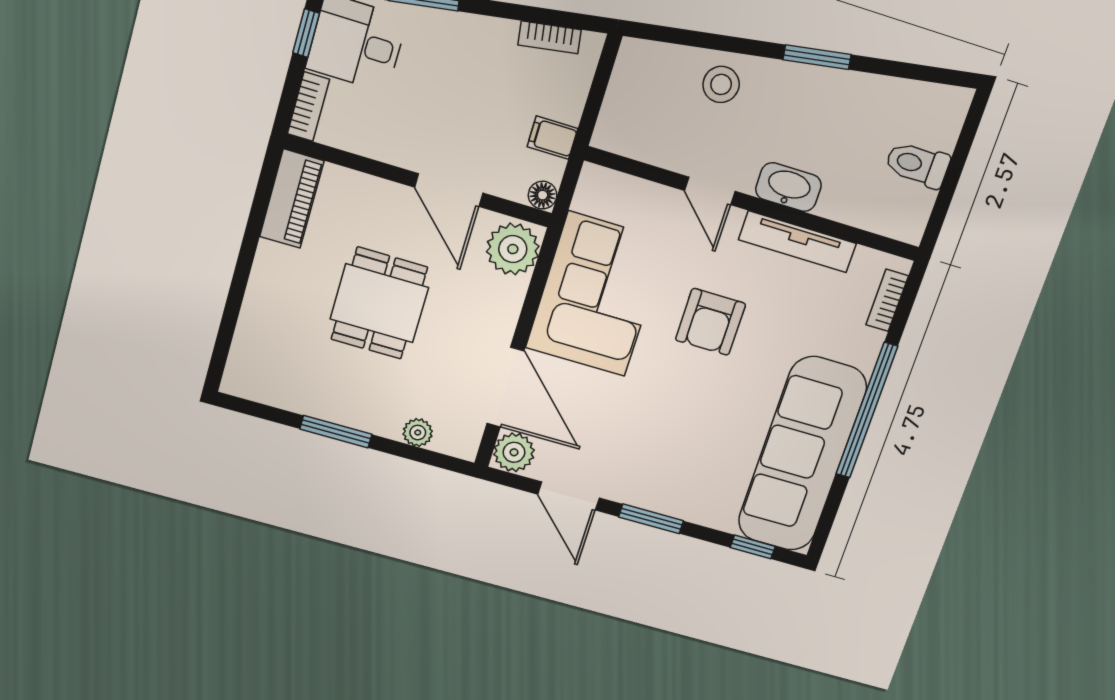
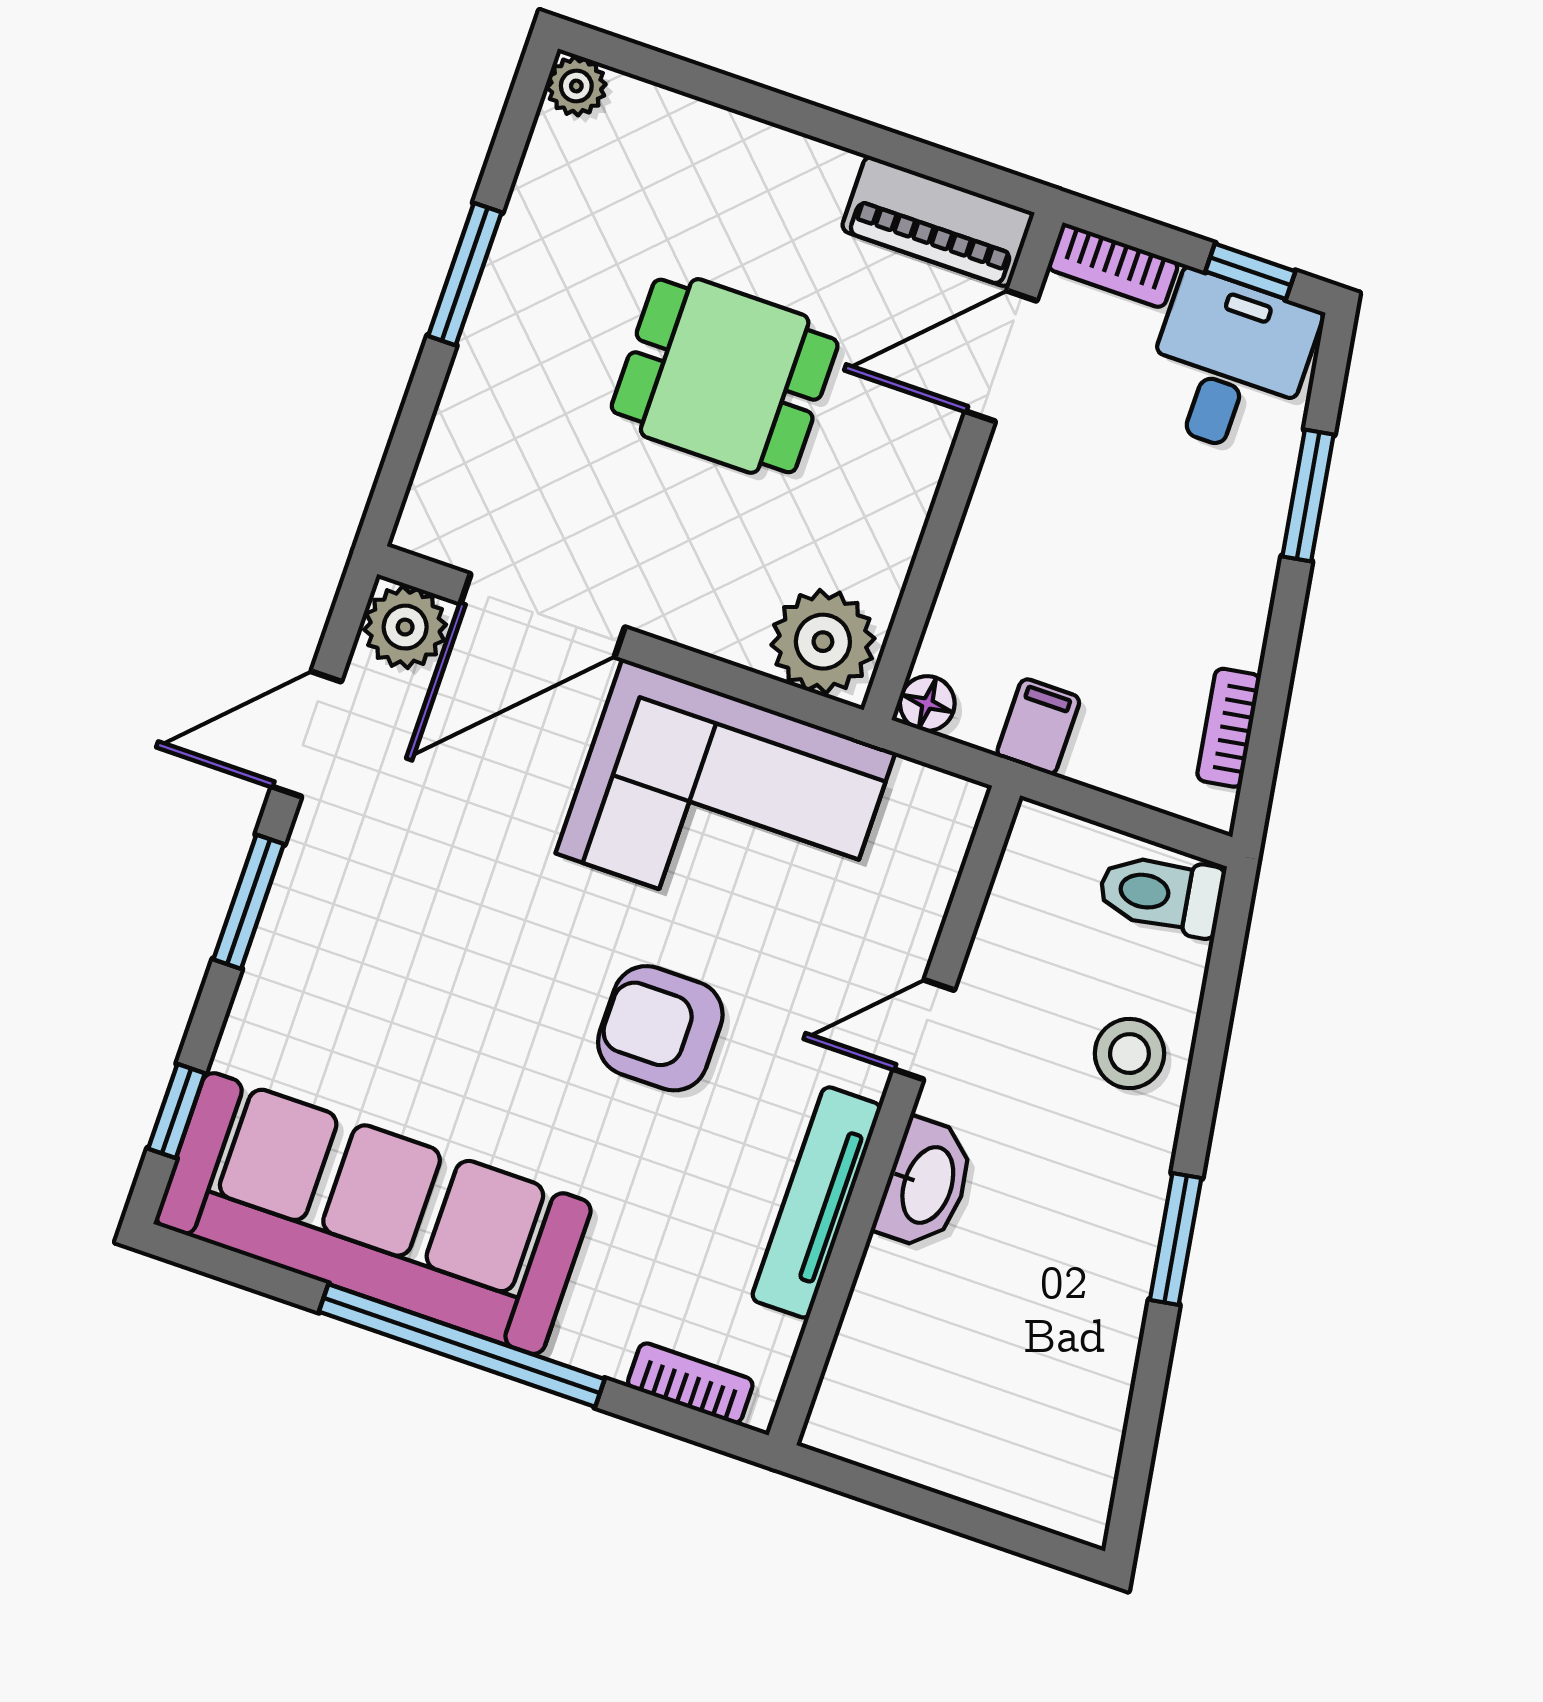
toilet: (917, 165) -> (1161, 894), moved, turned -99
door: (449, 190) -> (1001, 356), moved
plant: (418, 433) -> (576, 86), moved

